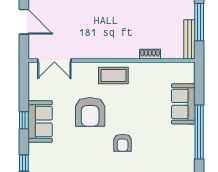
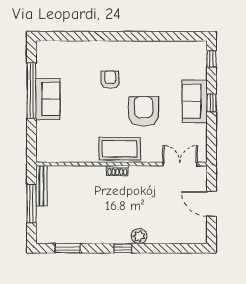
shoe rack: (150, 54) -> (117, 171), moved
coffee table: (113, 75) -> (120, 149), width x1.36, depth x1.32
sofa: (183, 104) -> (48, 99), moved

